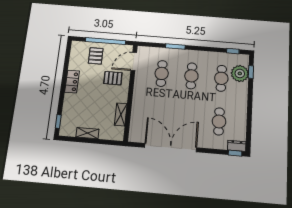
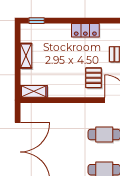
shelving: (121, 114) -> (34, 91), moved

